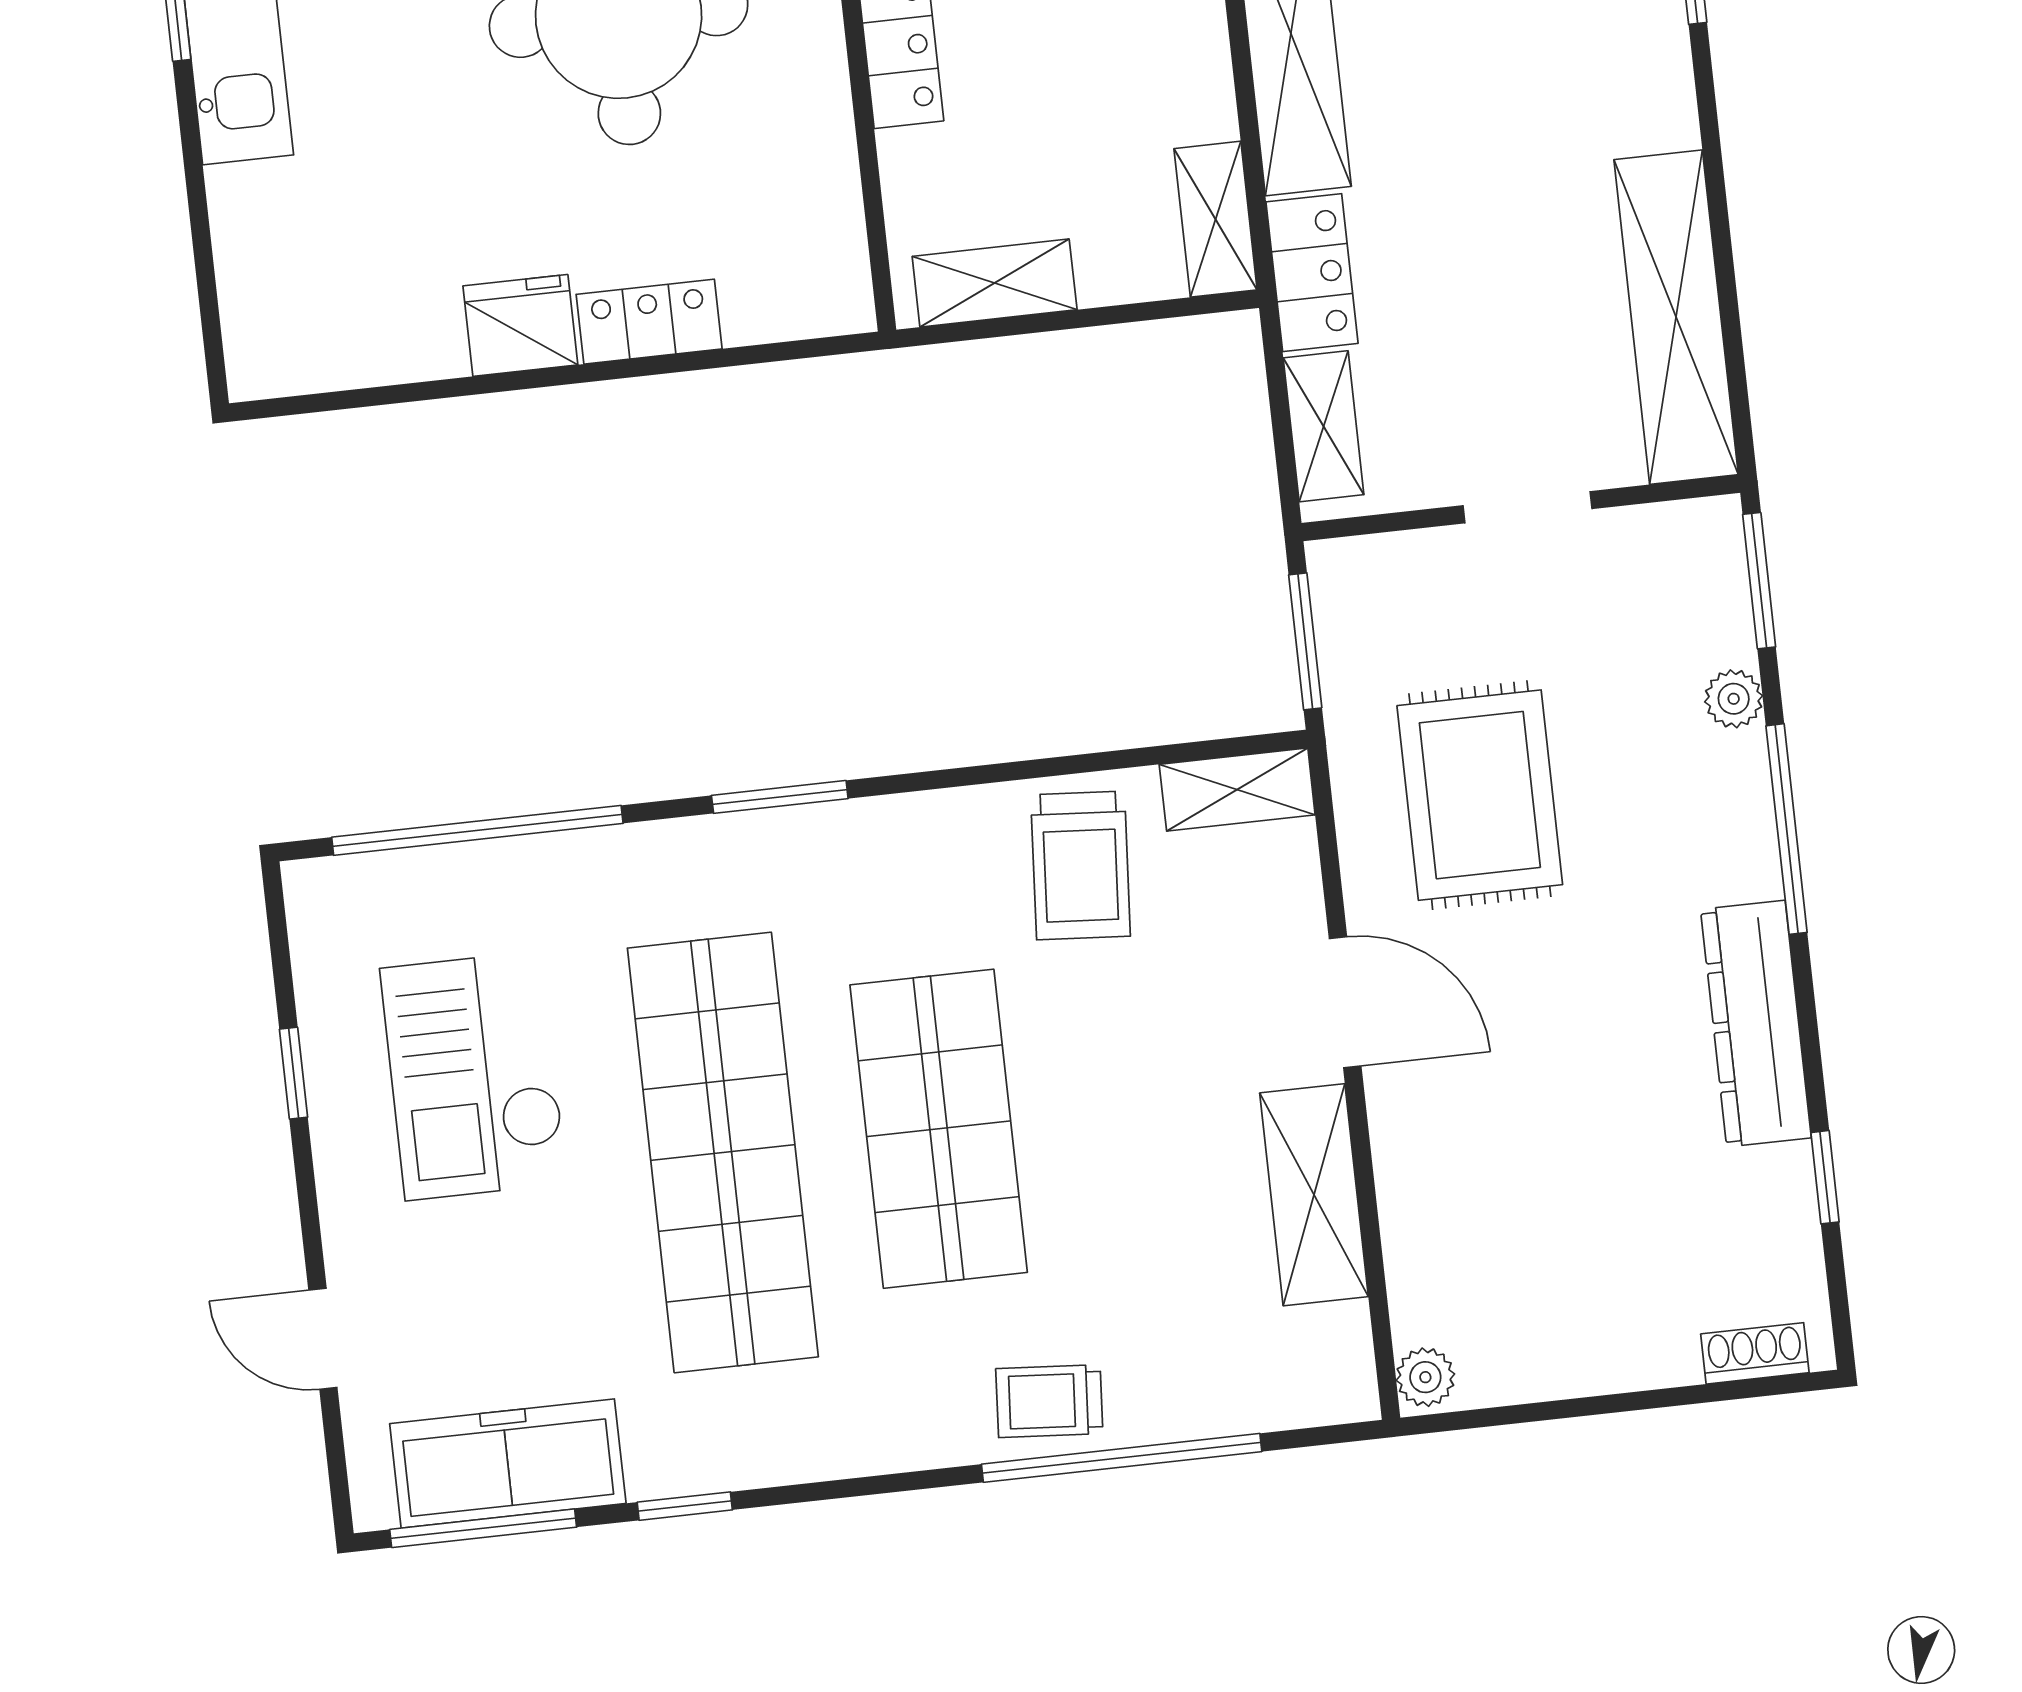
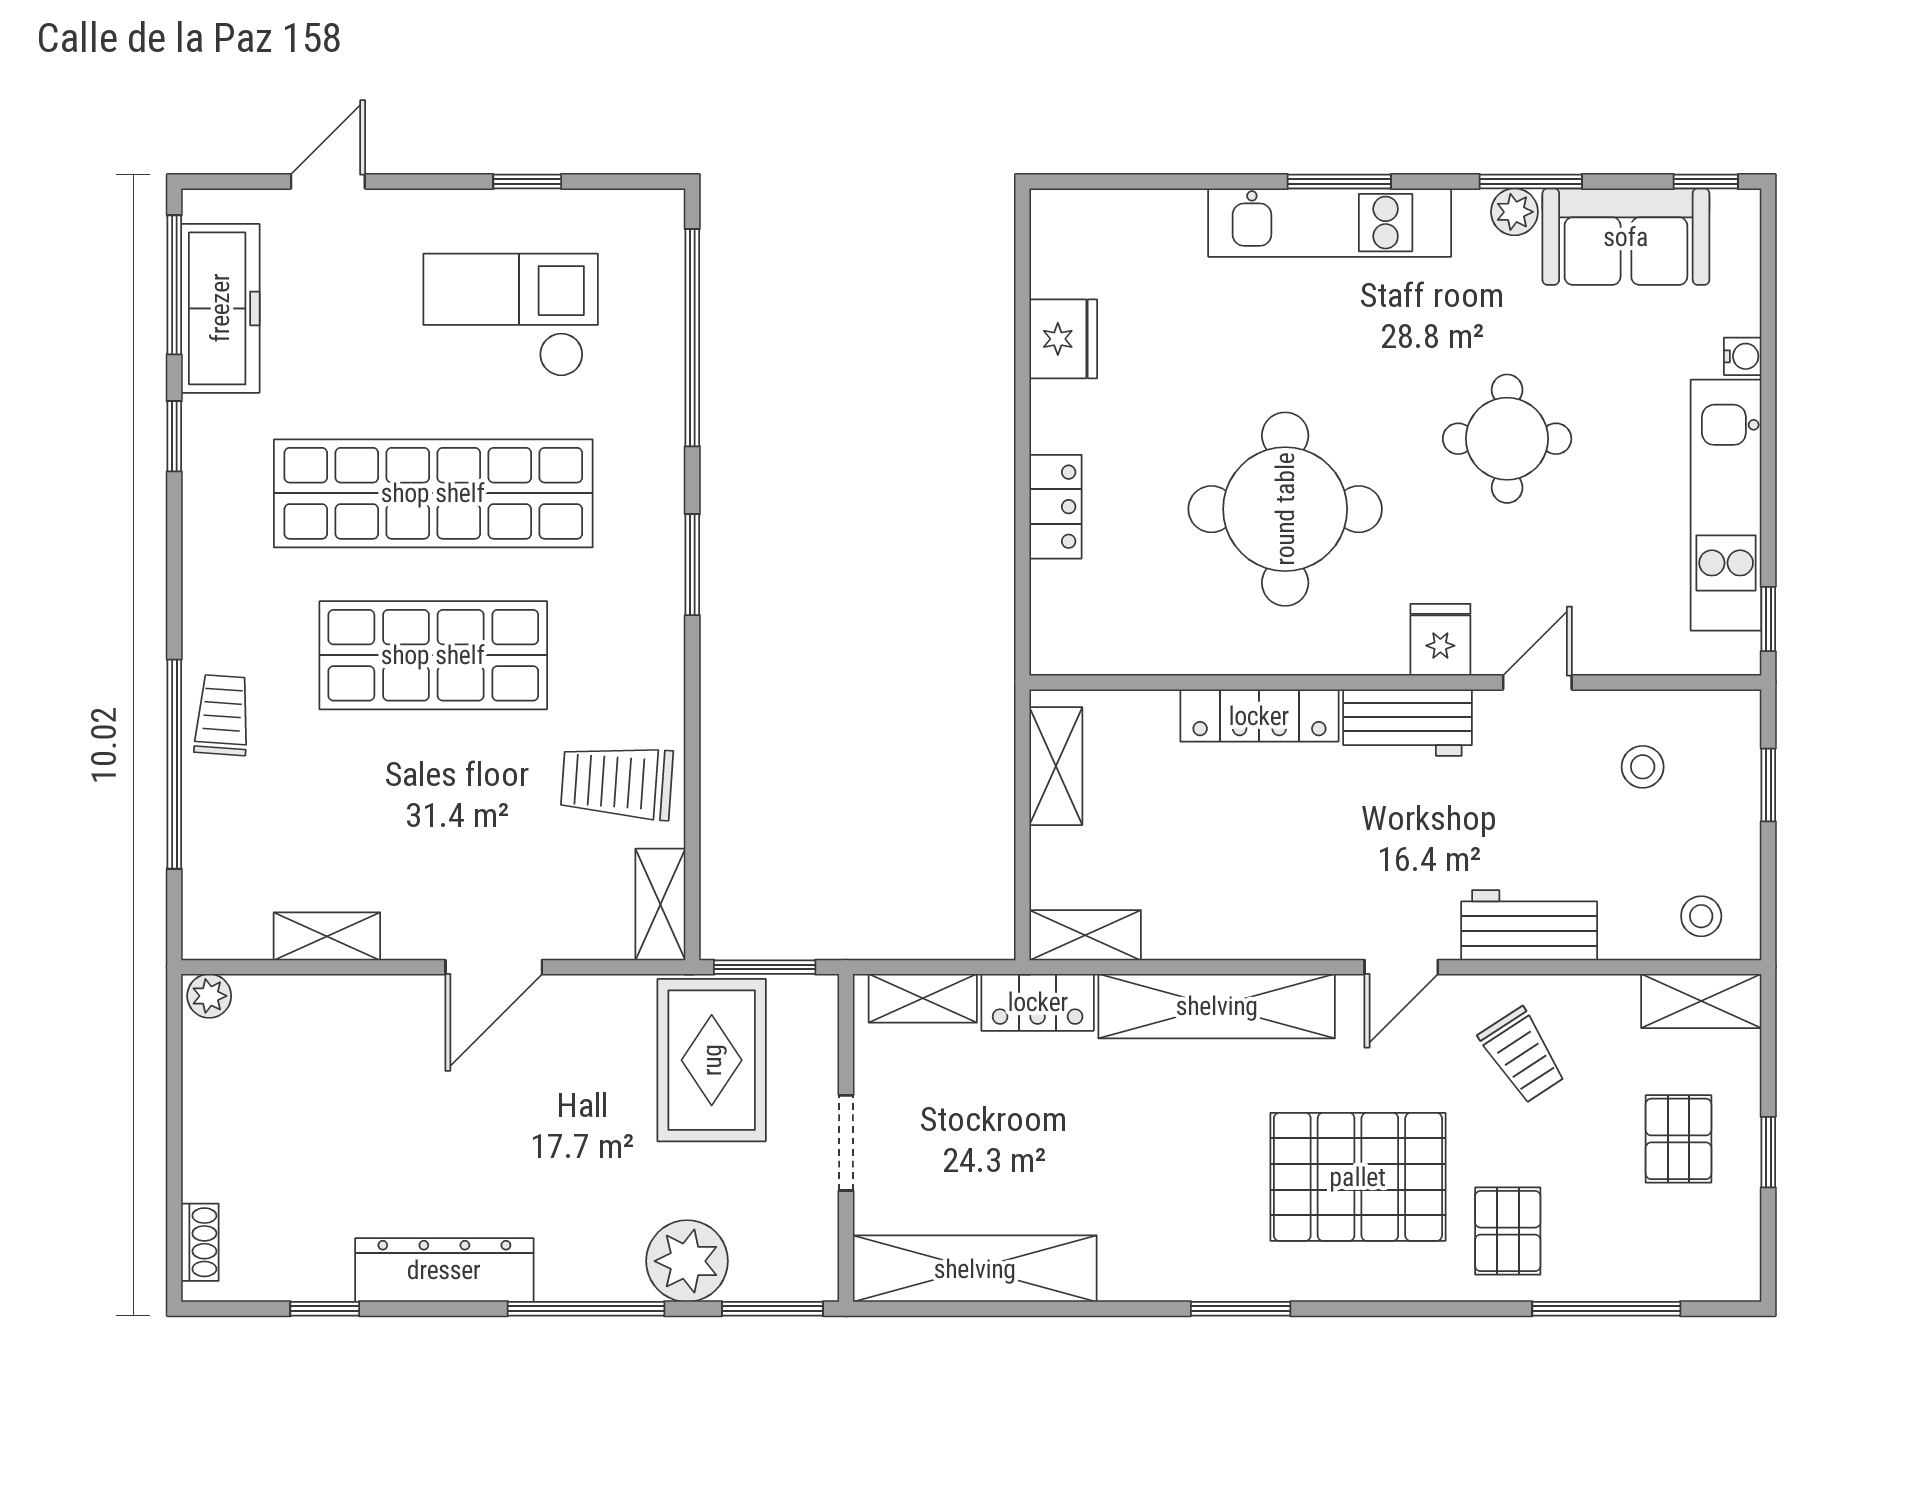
fridge: (520, 325) -> (1063, 339), moved
plant: (1734, 699) -> (687, 1261), width x1.88, depth x1.88
rug: (1480, 795) -> (712, 1060), moved, turned 90
shelving: (1314, 1195) -> (327, 936), width x0.67, depth x0.75

